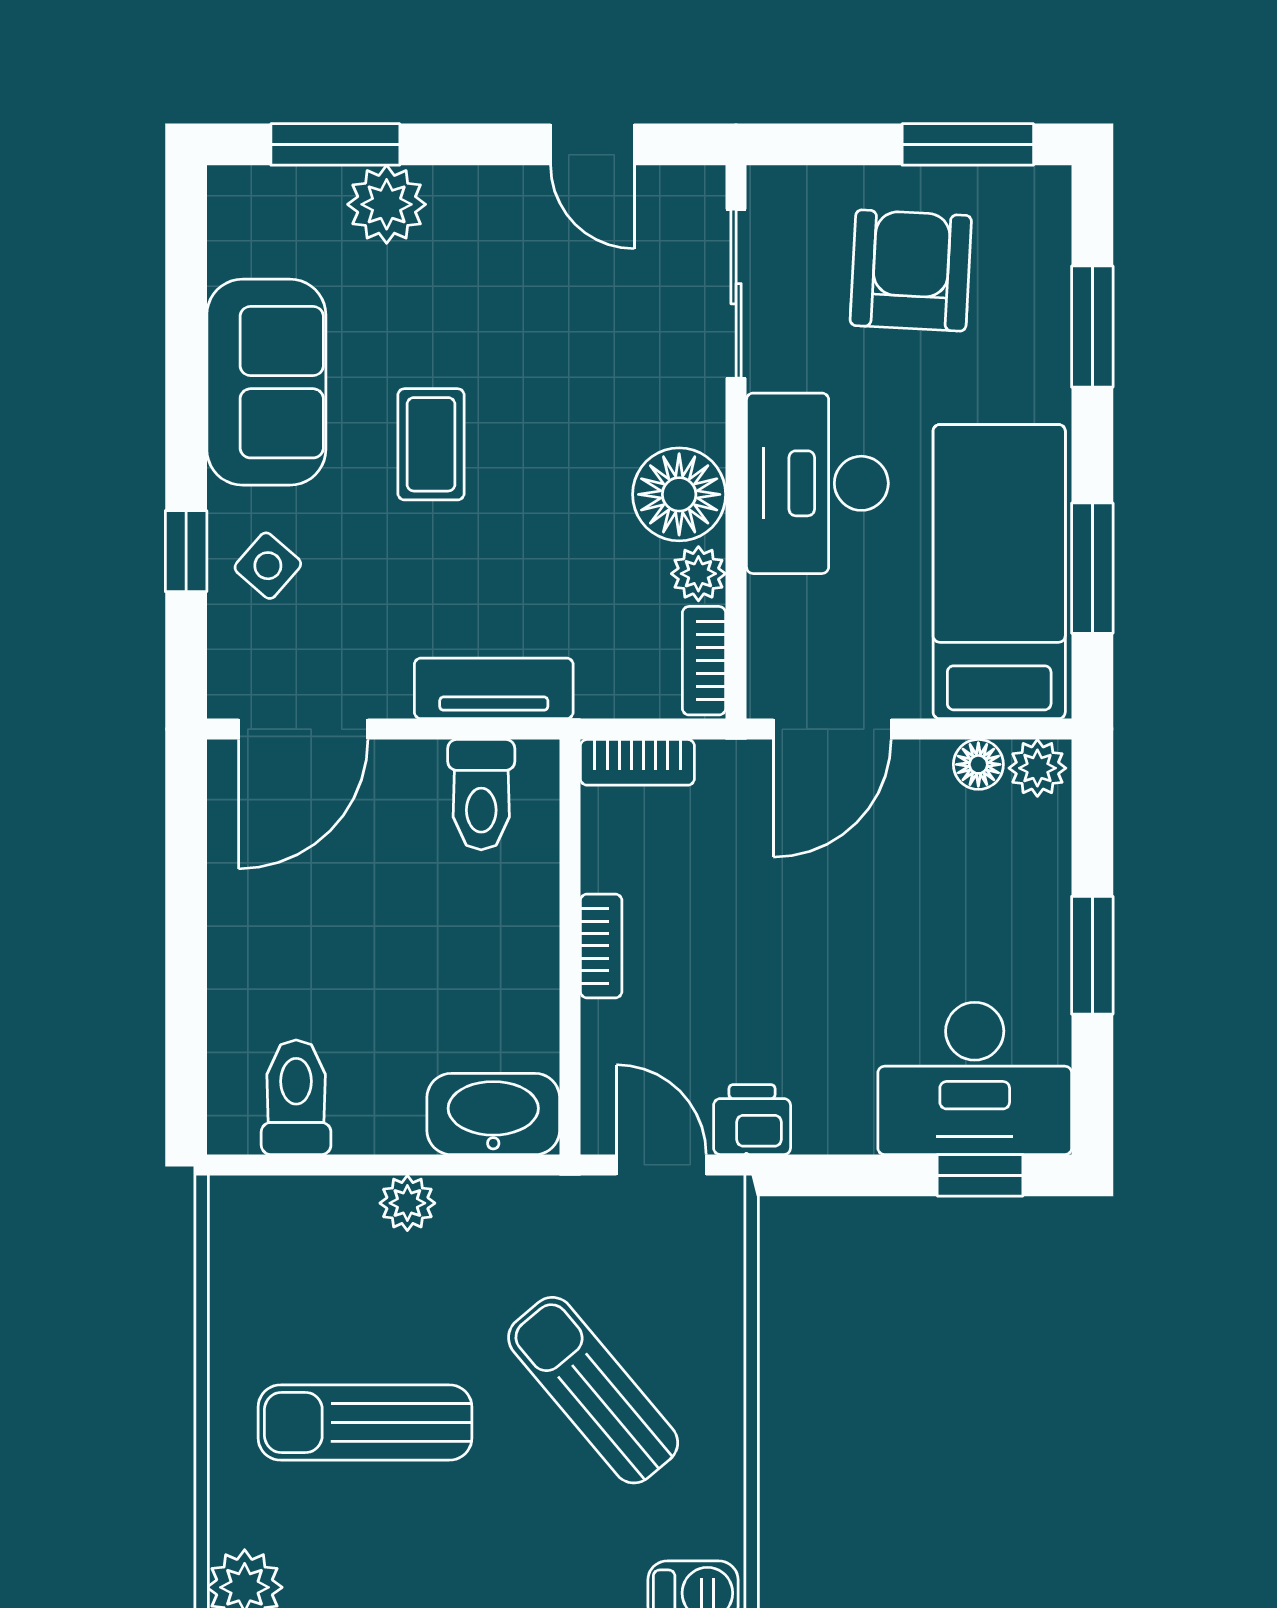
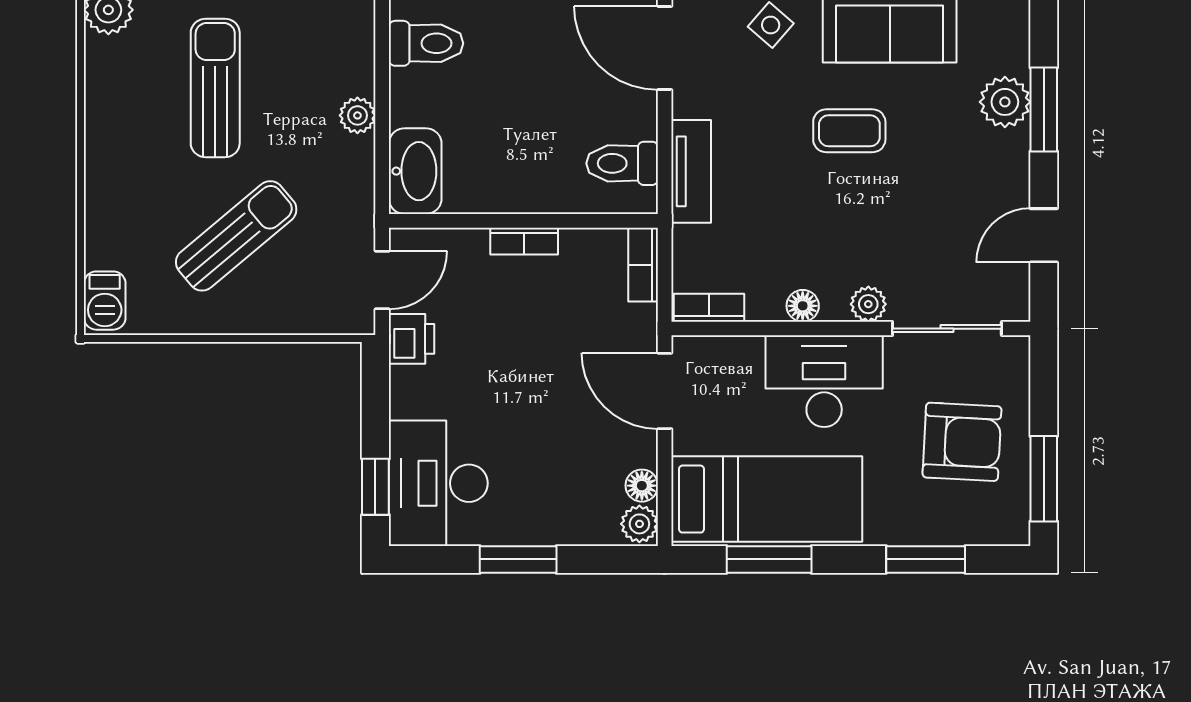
window: (335, 144) -> (1044, 110), moved
floor lamp: (679, 494) -> (803, 306), width x0.53, depth x0.53
plant: (698, 574) -> (868, 304), moved

